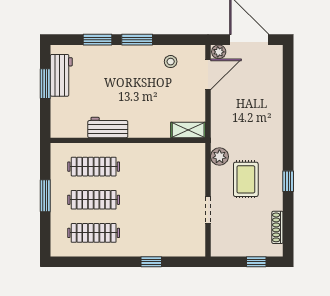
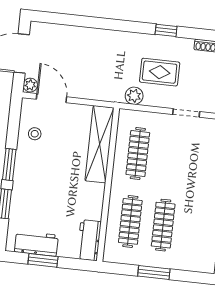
workbench: (108, 127) -> (89, 240), moved
shelving: (188, 130) -> (99, 144), width x2.20, depth x1.33
clothes rail: (94, 233) -> (138, 153), moved

